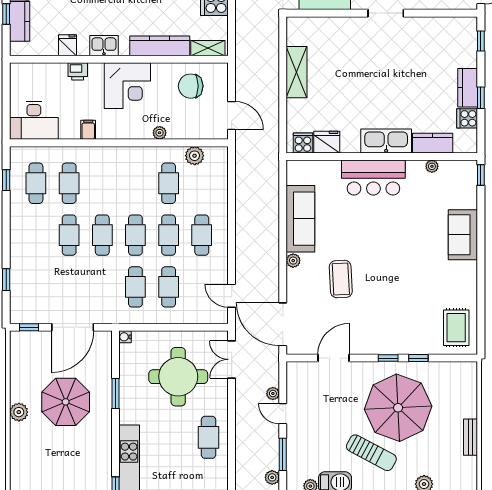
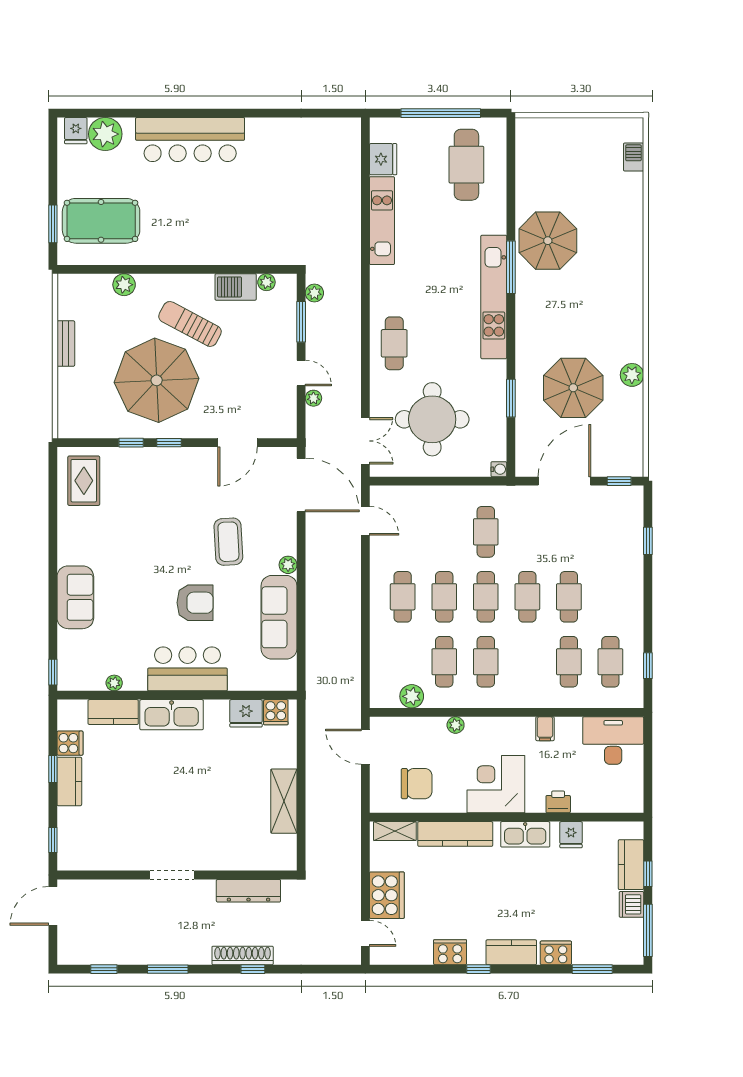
kitchen sink: (104, 46) -> (525, 834), width x1.38
armchair: (367, 230) -> (195, 603), added
cafe table: (169, 287) -> (486, 662), moved

